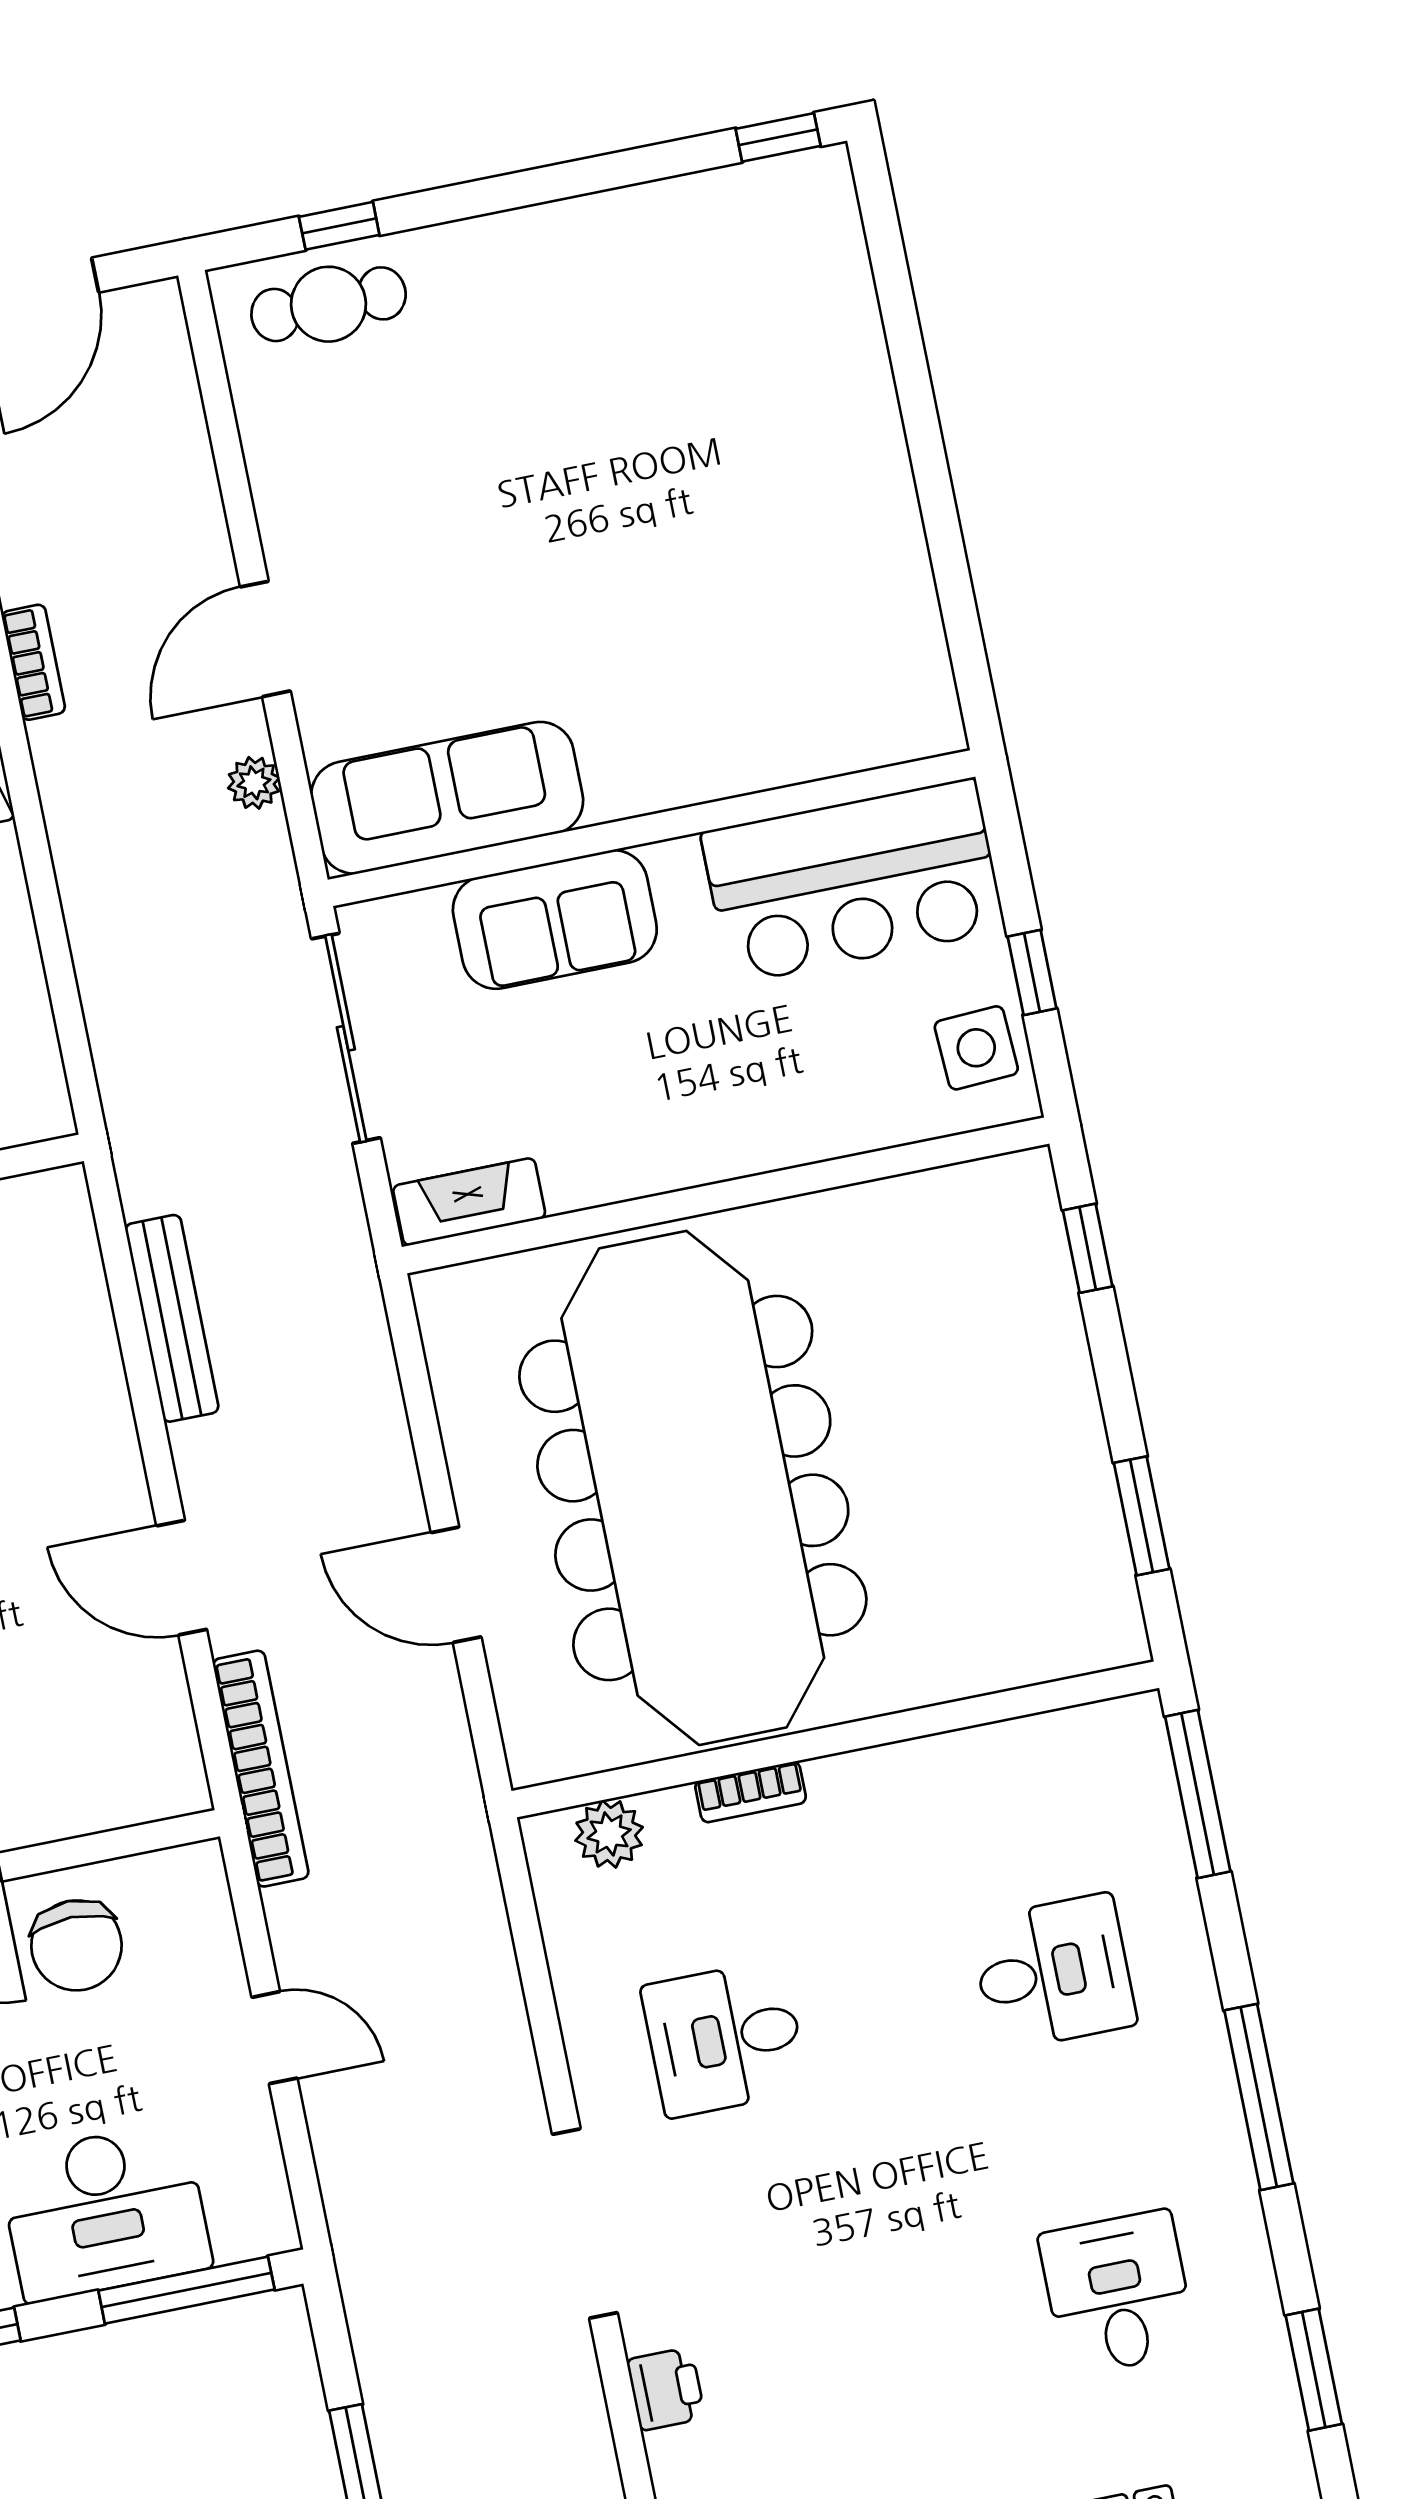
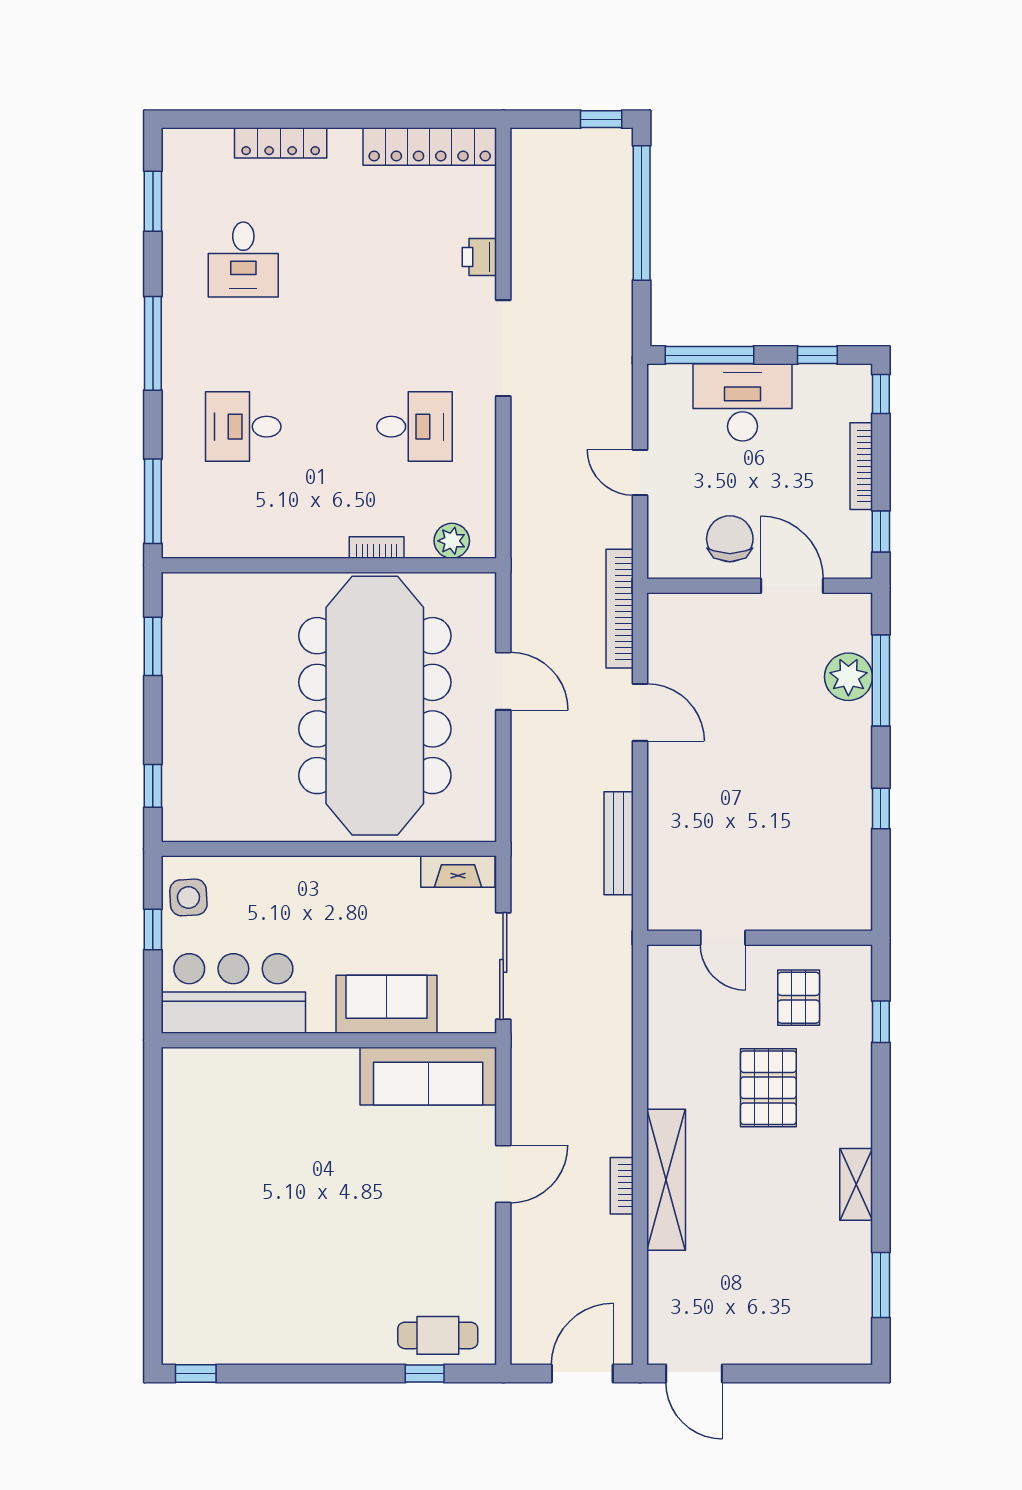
plant: (254, 783) -> (523, 1103), removed

